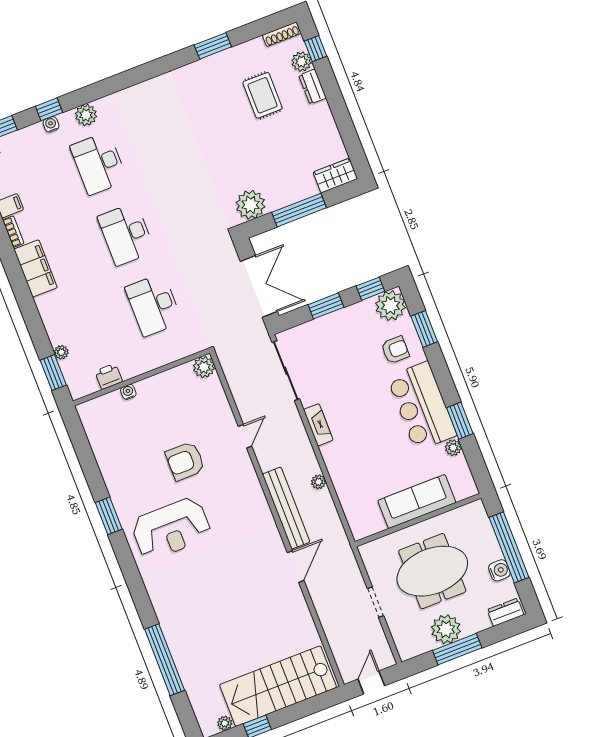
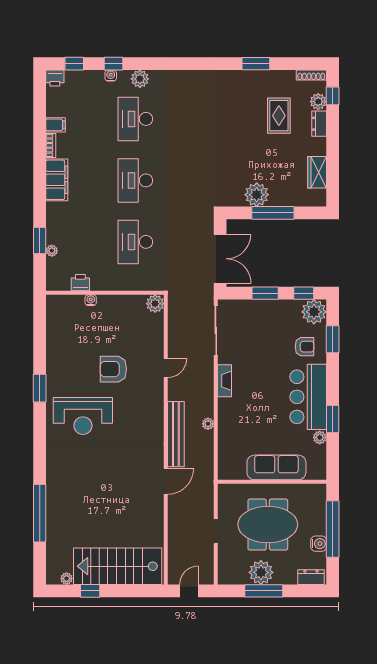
wardrobe: (335, 175) -> (317, 172), moved, turned -90
plant: (251, 205) -> (257, 195), moved
window: (53, 373) -> (40, 241), moved

